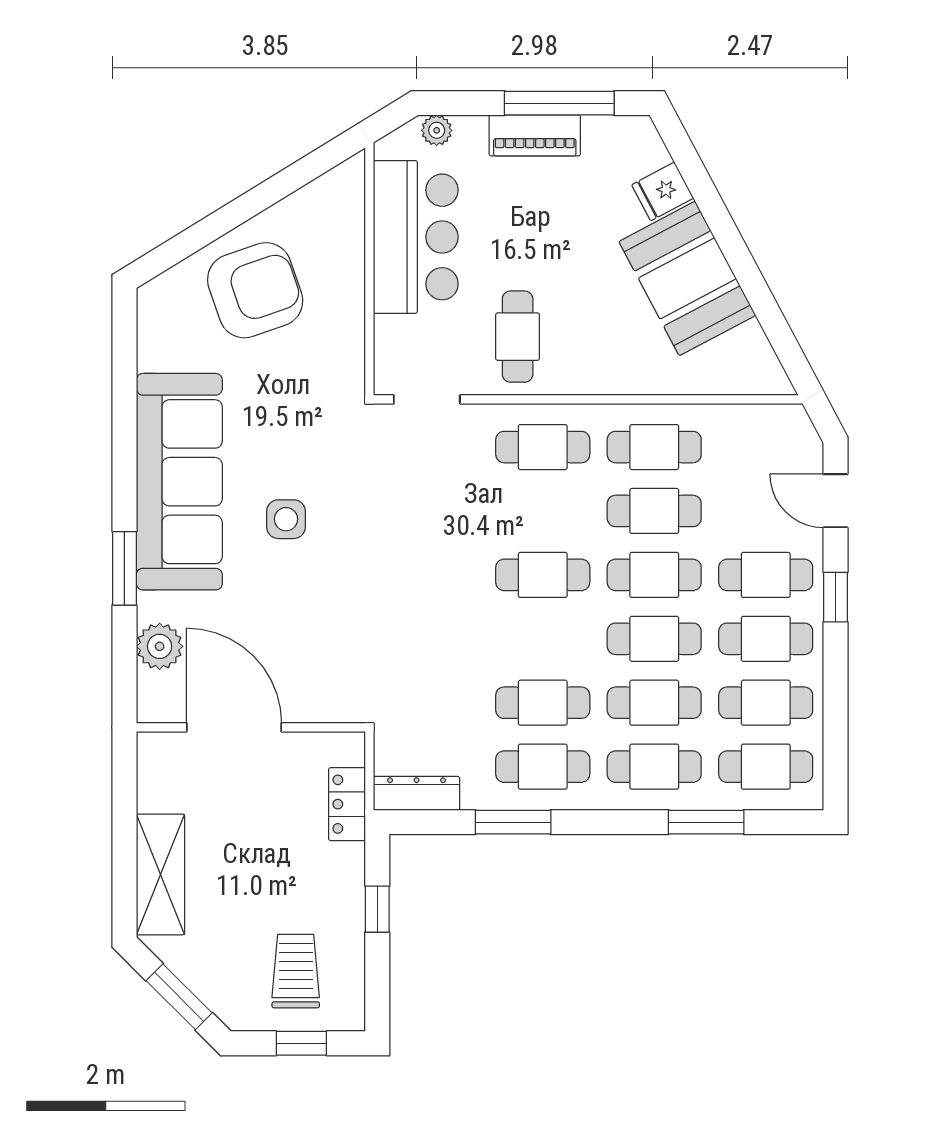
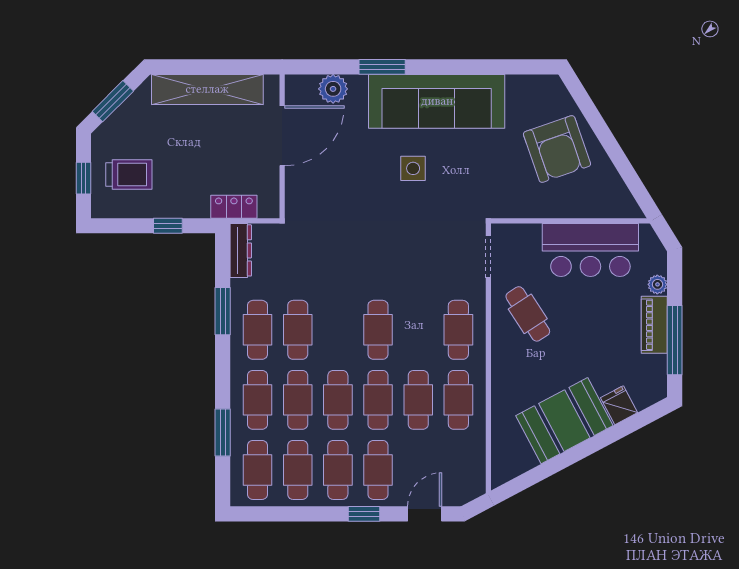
plant: (437, 130) -> (657, 284), moved
cafe table: (518, 337) -> (528, 314), turned 57
shelving: (160, 874) -> (207, 89), width x1.47

